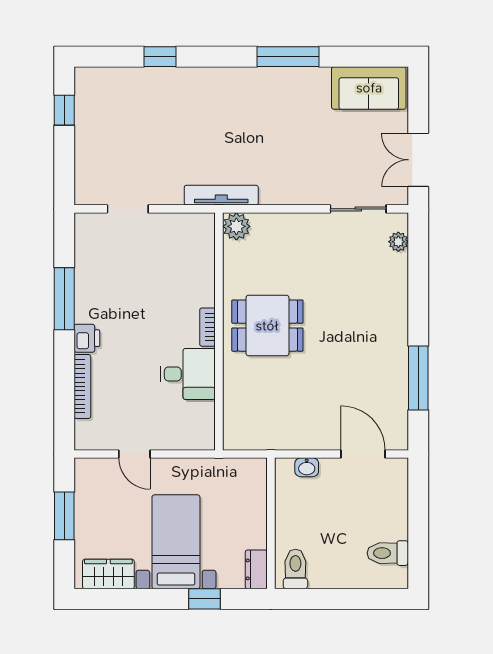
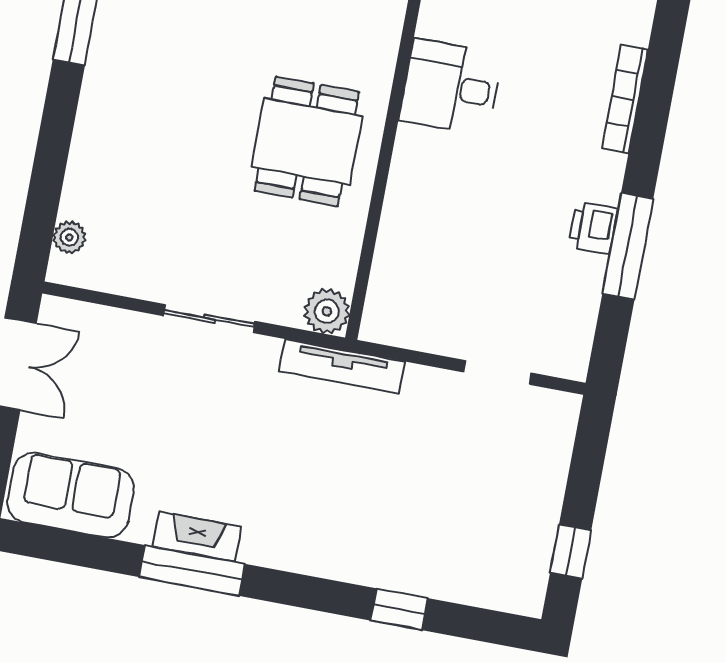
fireplace: (289, 77) -> (197, 537), added
sliding door: (358, 209) -> (209, 319), moved
dining table: (267, 326) -> (307, 141), turned 90
bookcase: (207, 327) -> (404, 157), removed
printer: (87, 338) -> (593, 228), moved

